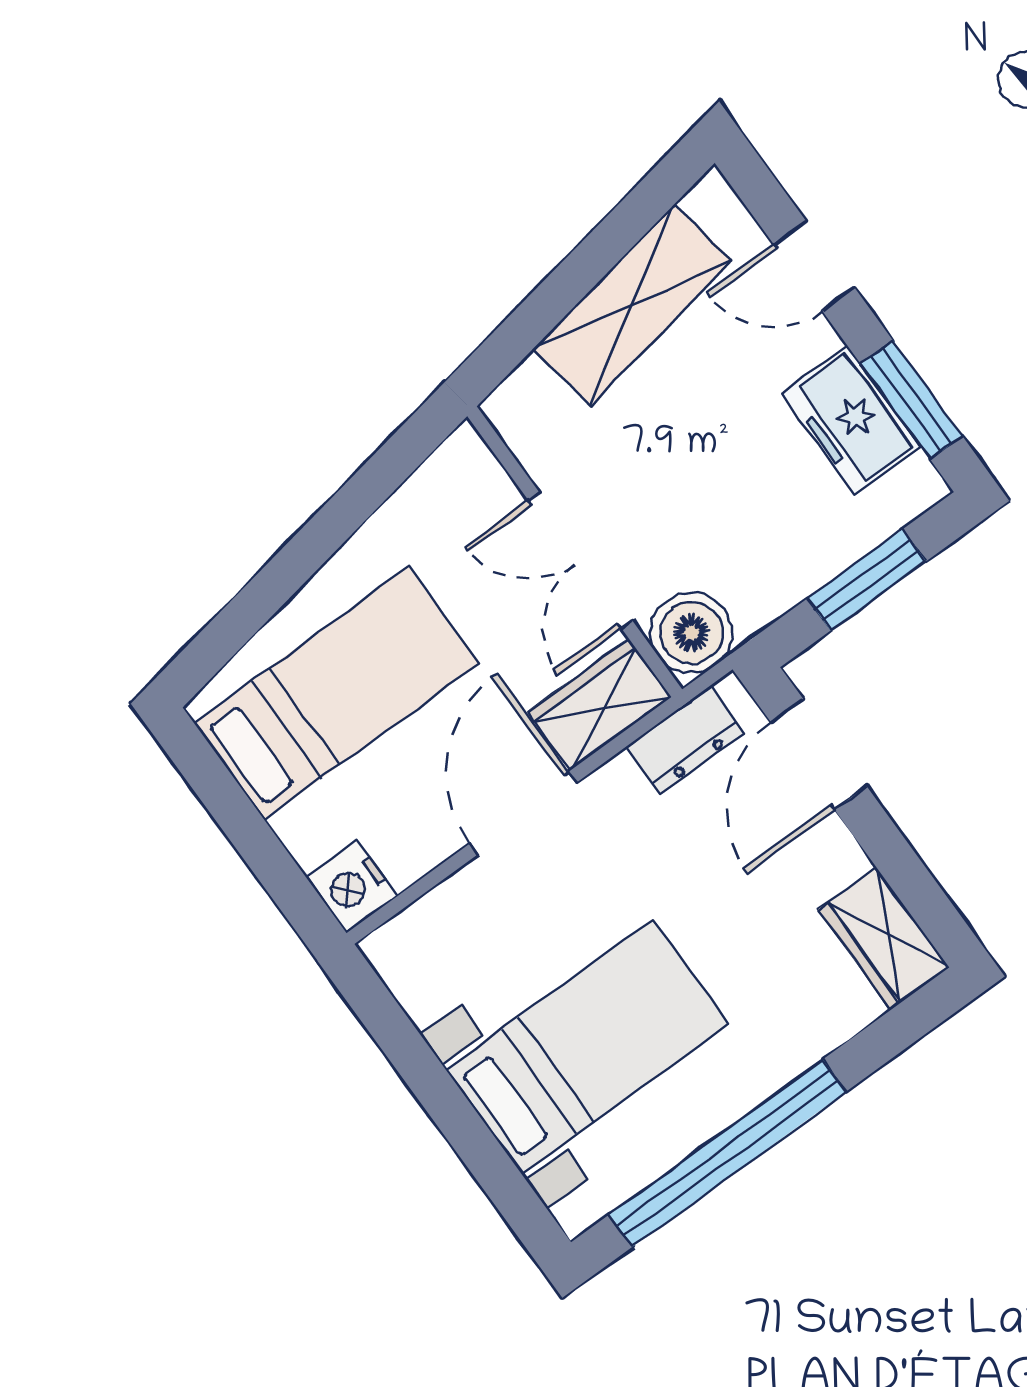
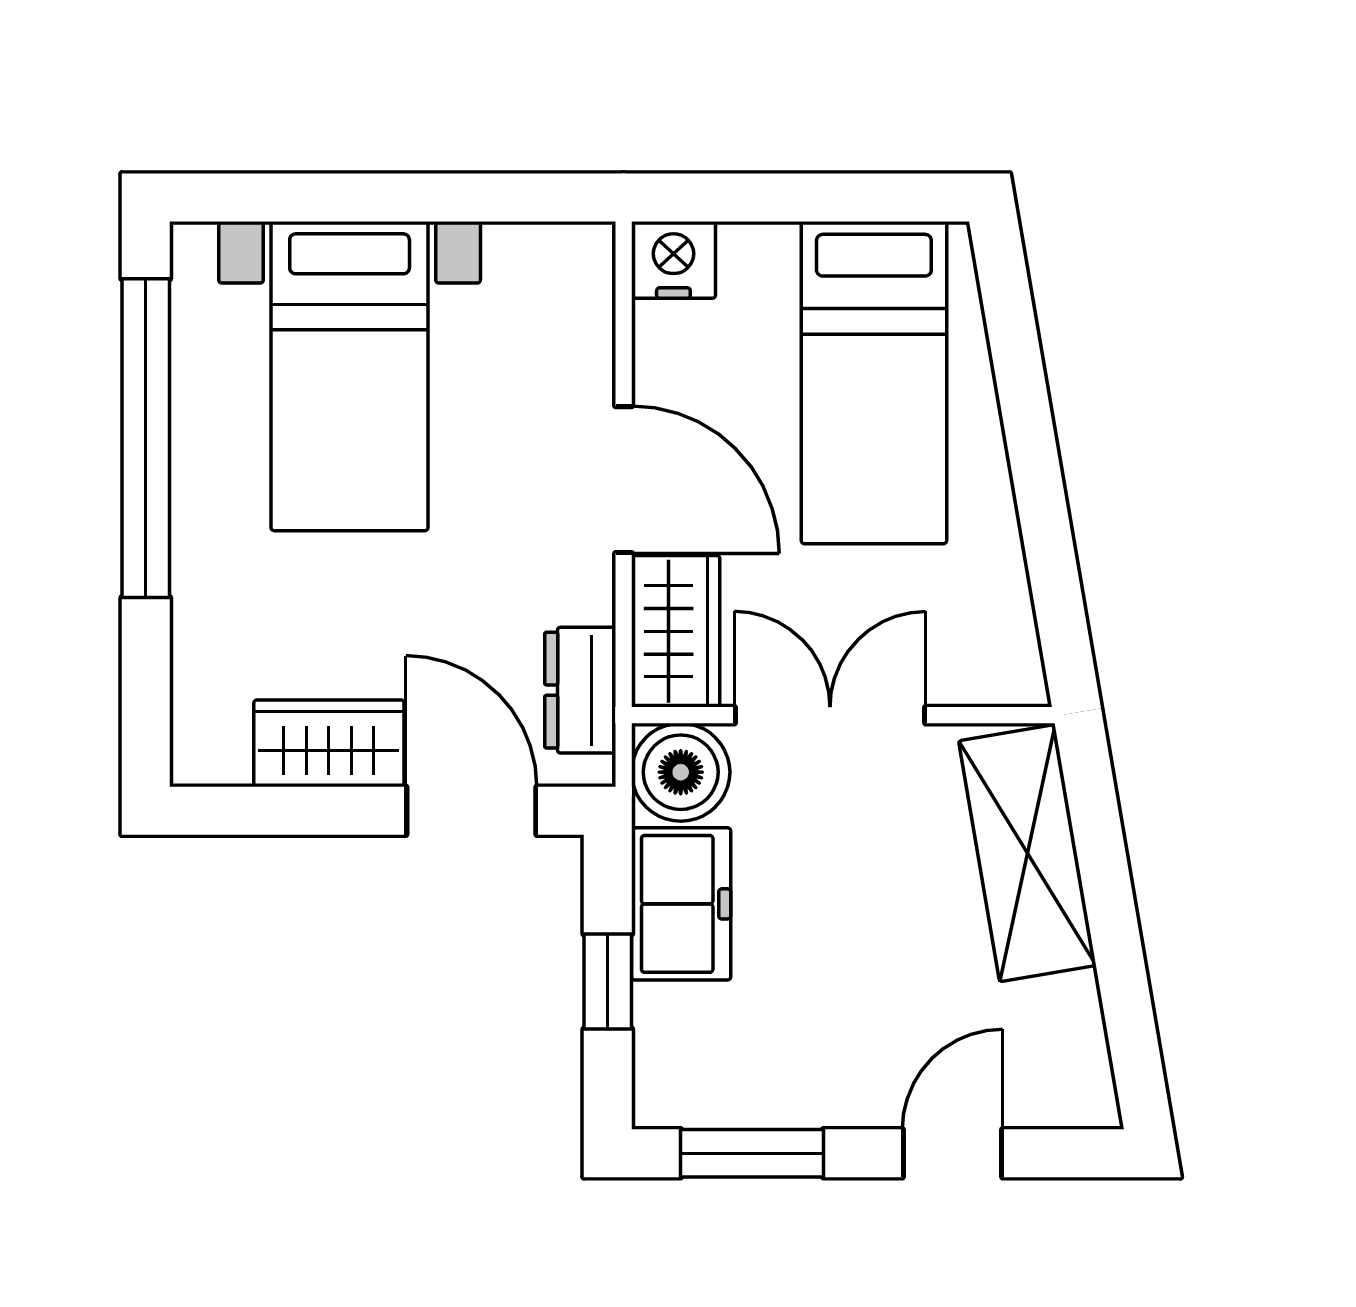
shelving: (633, 304) -> (1027, 853), moved
freezer: (851, 420) -> (681, 904), moved, turned 90
window: (867, 580) -> (608, 982), width x0.67
wardrobe: (884, 938) -> (329, 743), moved

